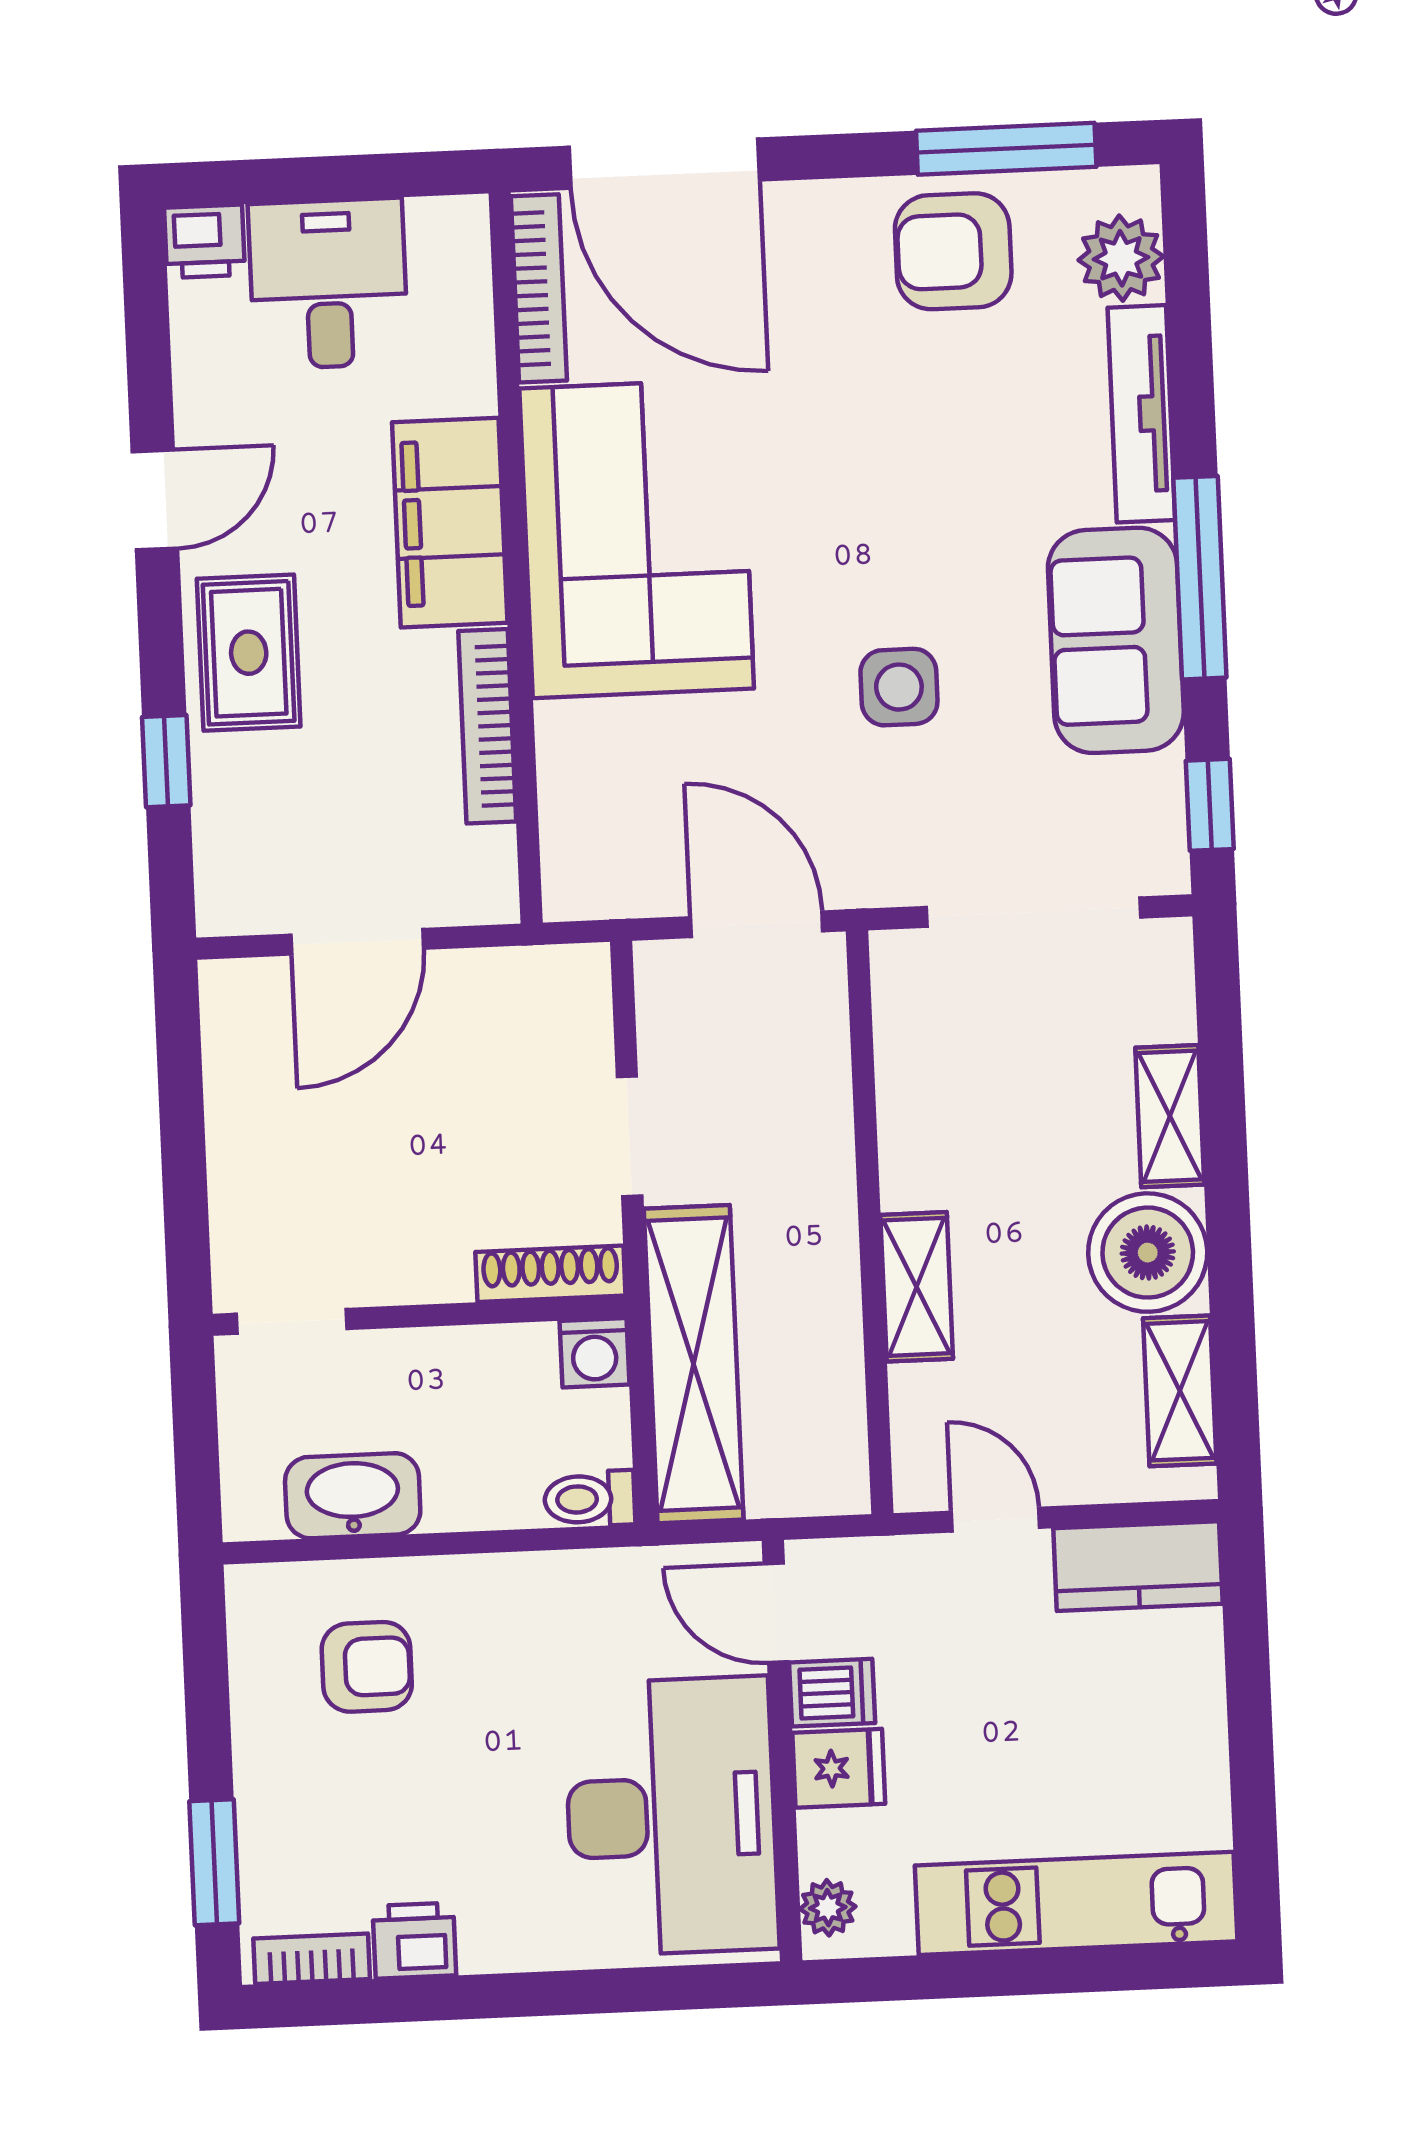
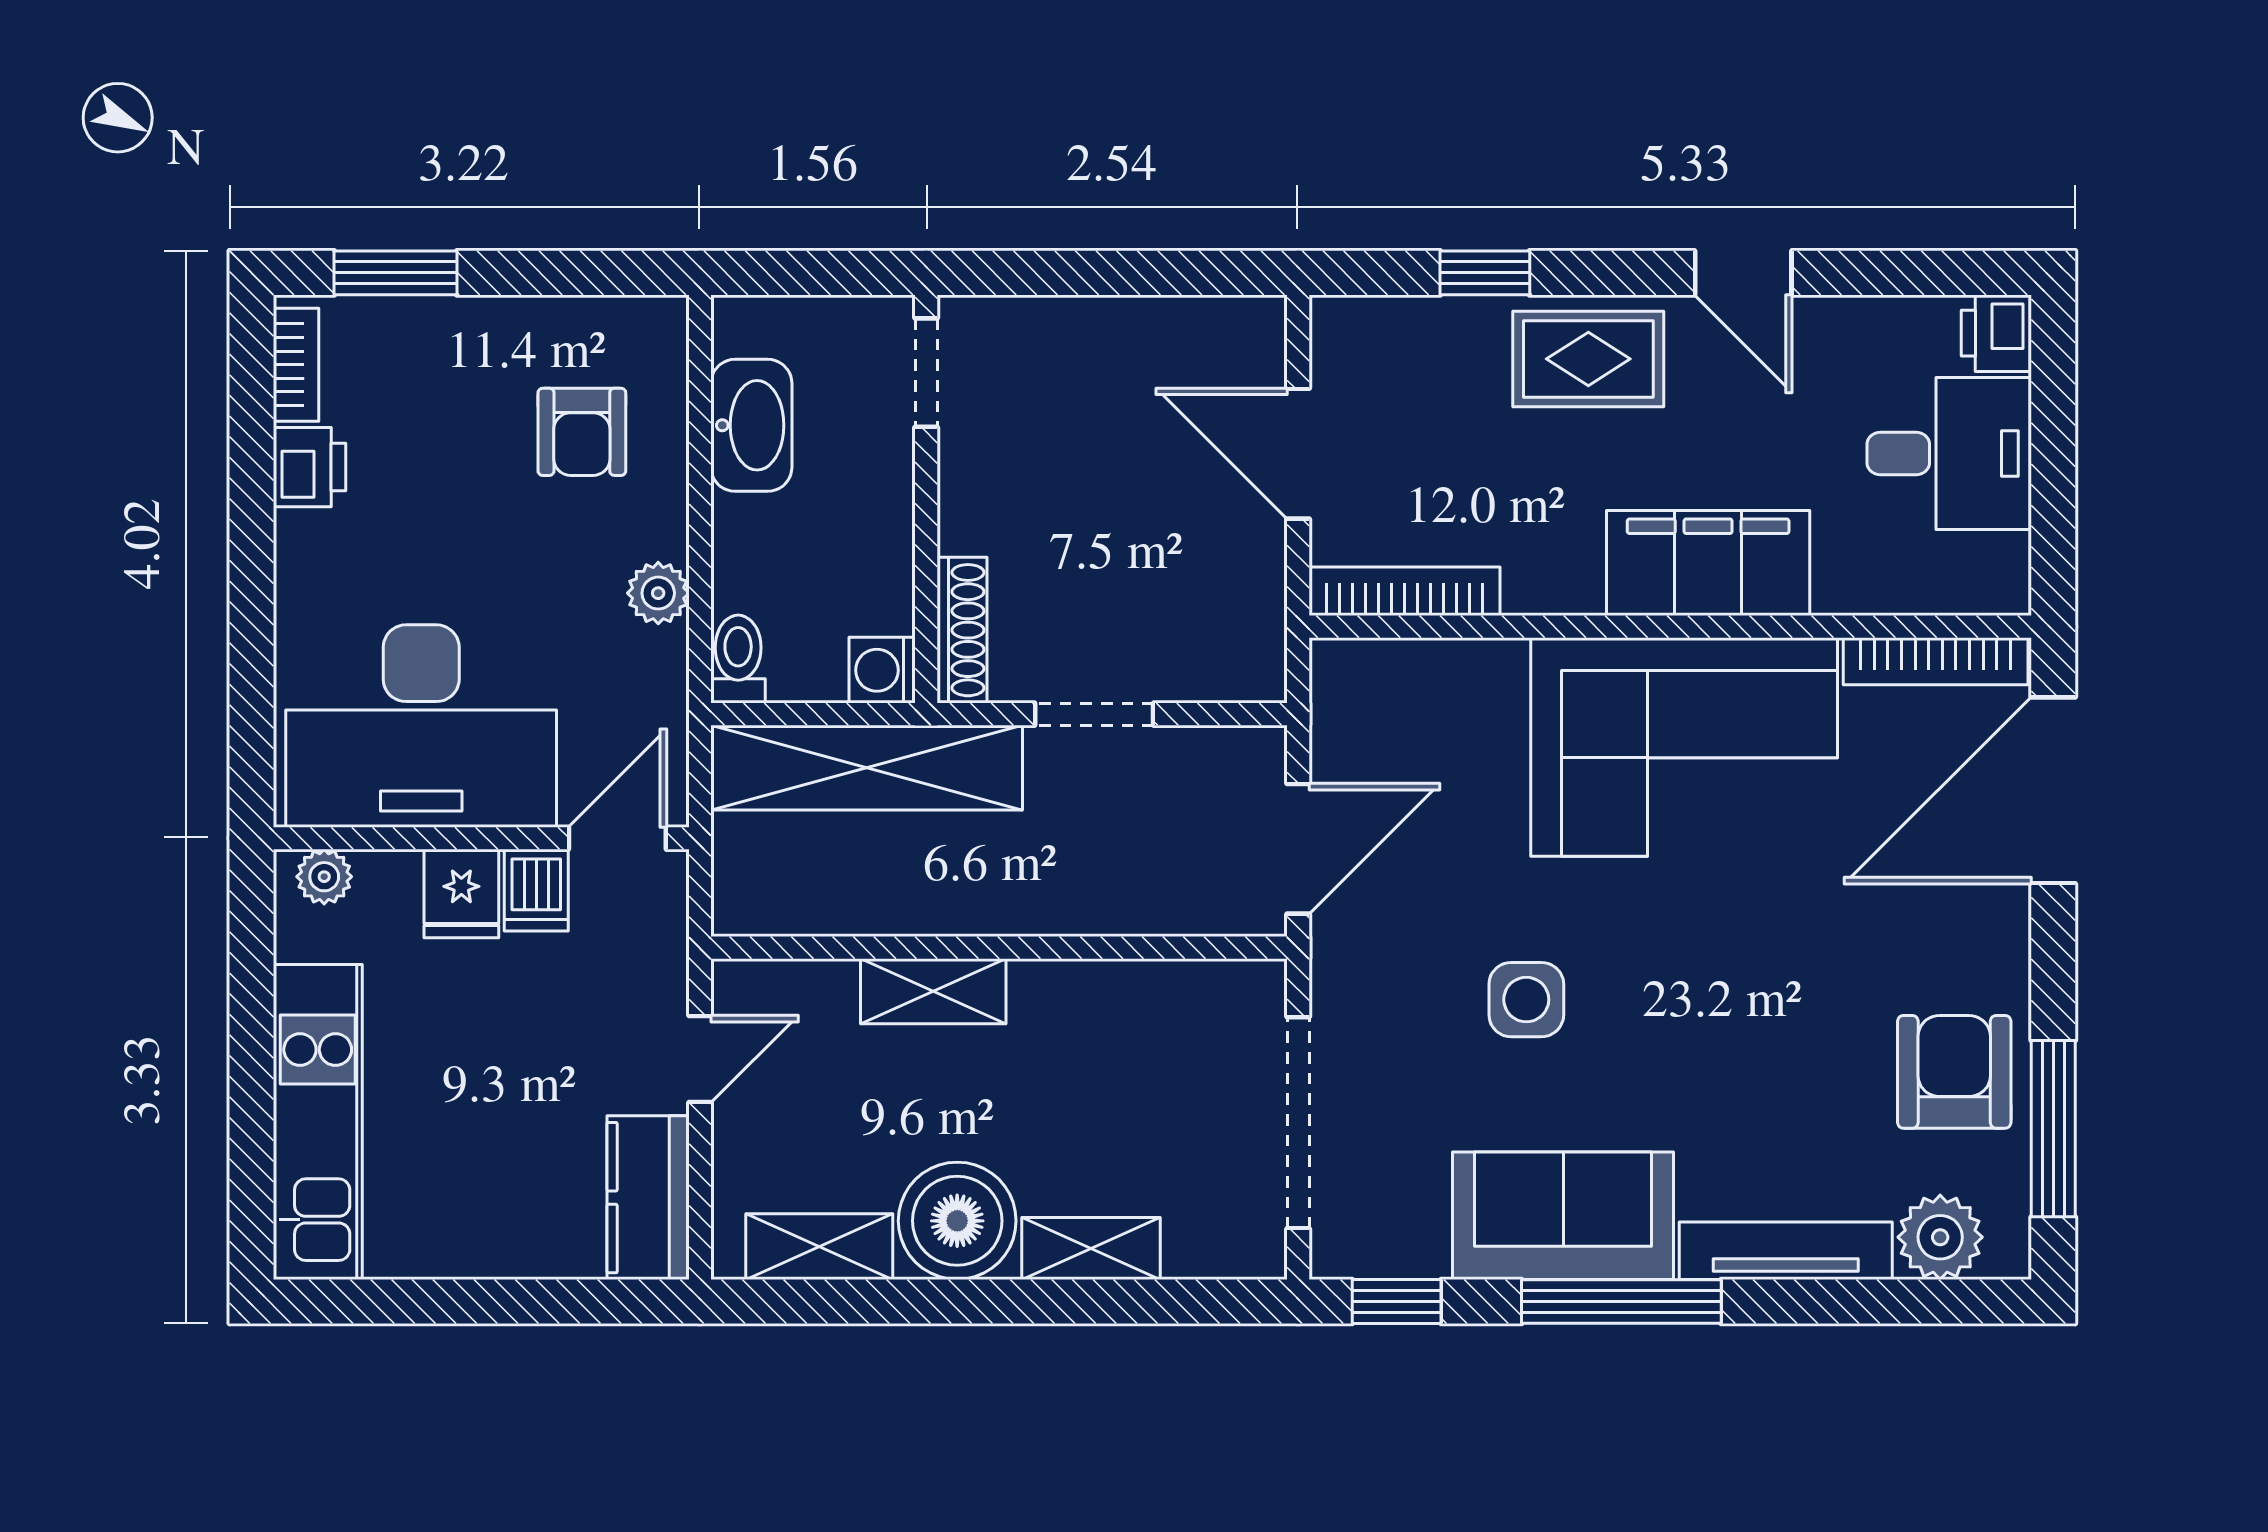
bookcase: (487, 726) -> (1404, 591), moved
plant: (526, 1583) -> (658, 593), added

